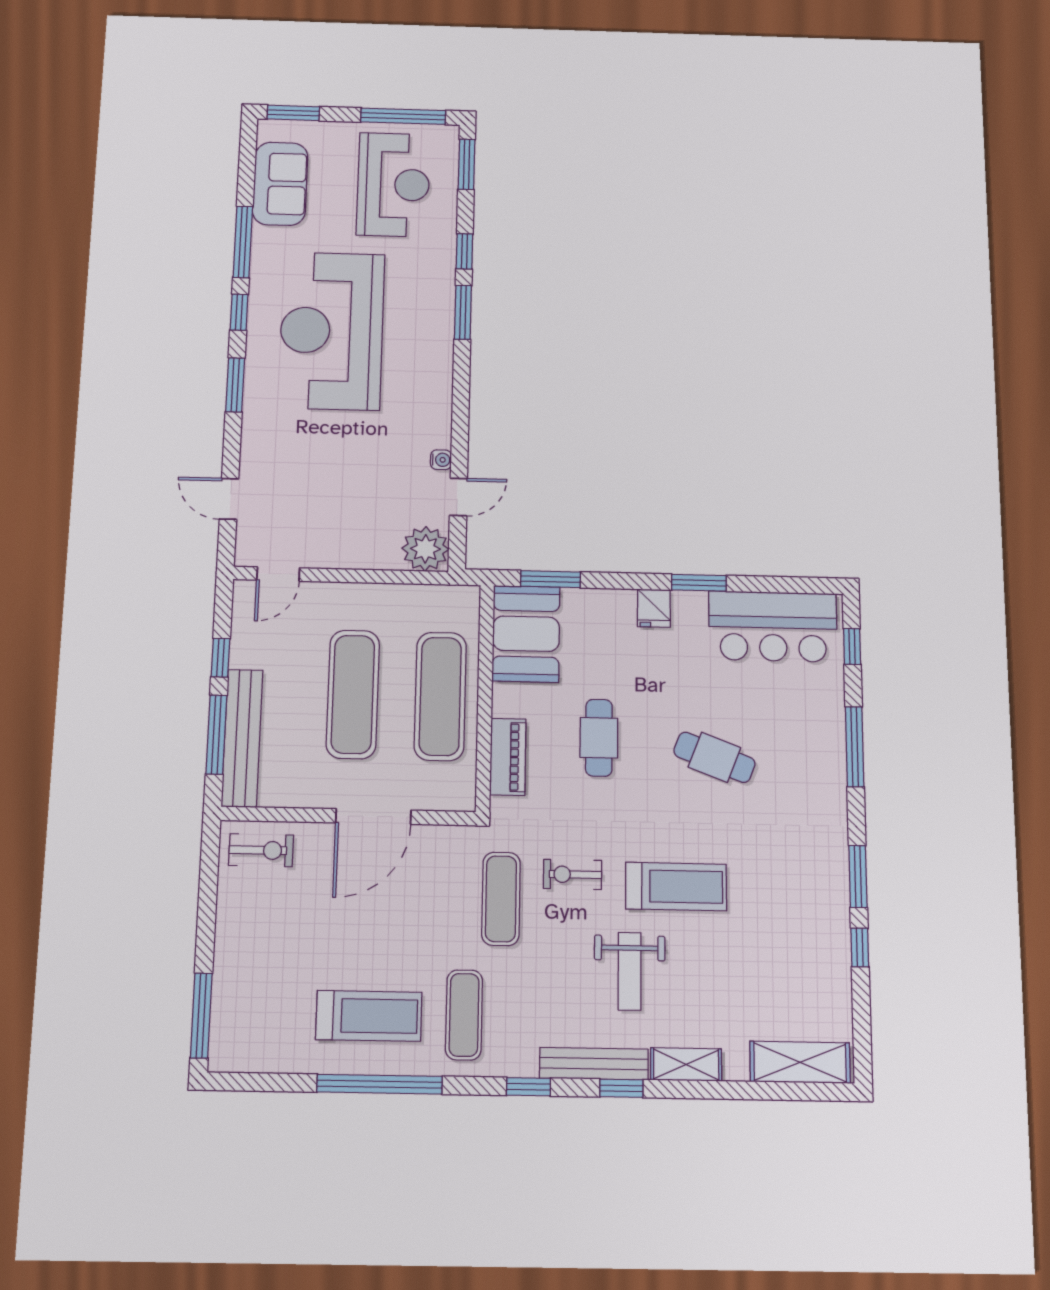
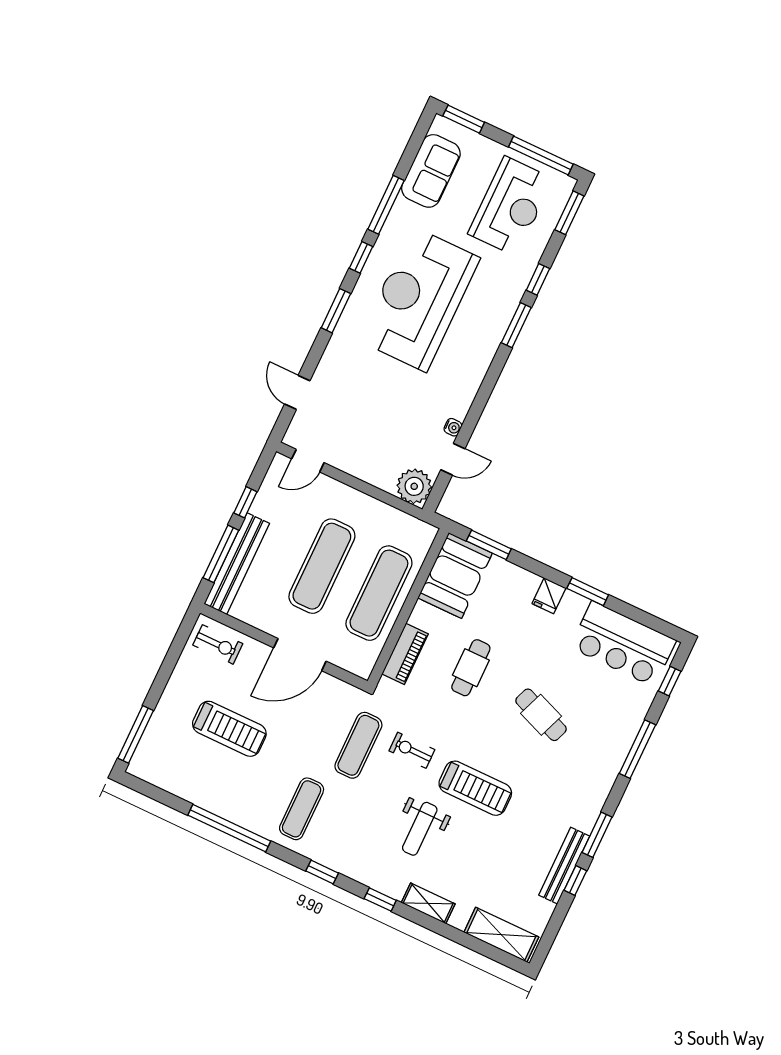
treadmill: (369, 1016) -> (229, 729), moved
bench: (594, 1064) -> (564, 866), moved, turned 90

